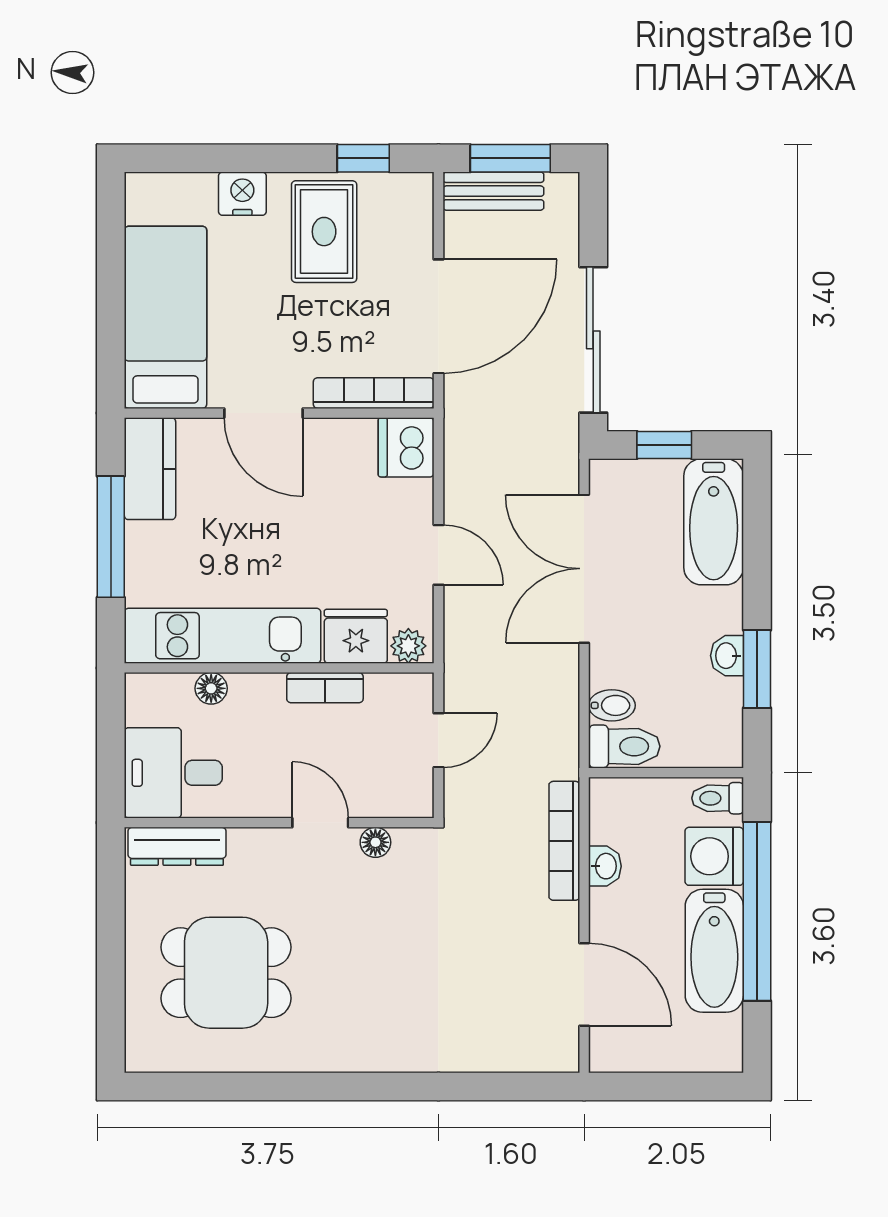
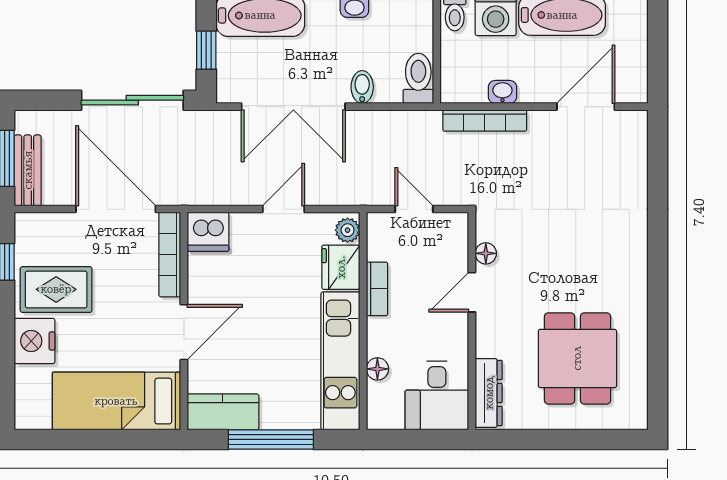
nightstand: (242, 194) -> (34, 341), width x1.36, depth x1.33
bidet: (612, 705) -> (362, 87), moved

